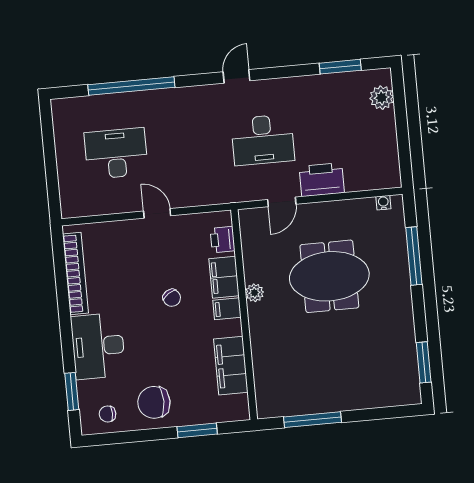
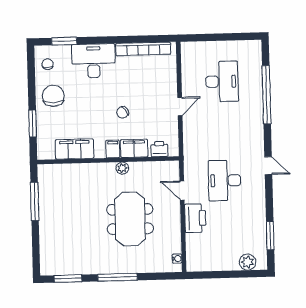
window: (414, 256) -> (118, 277), moved

